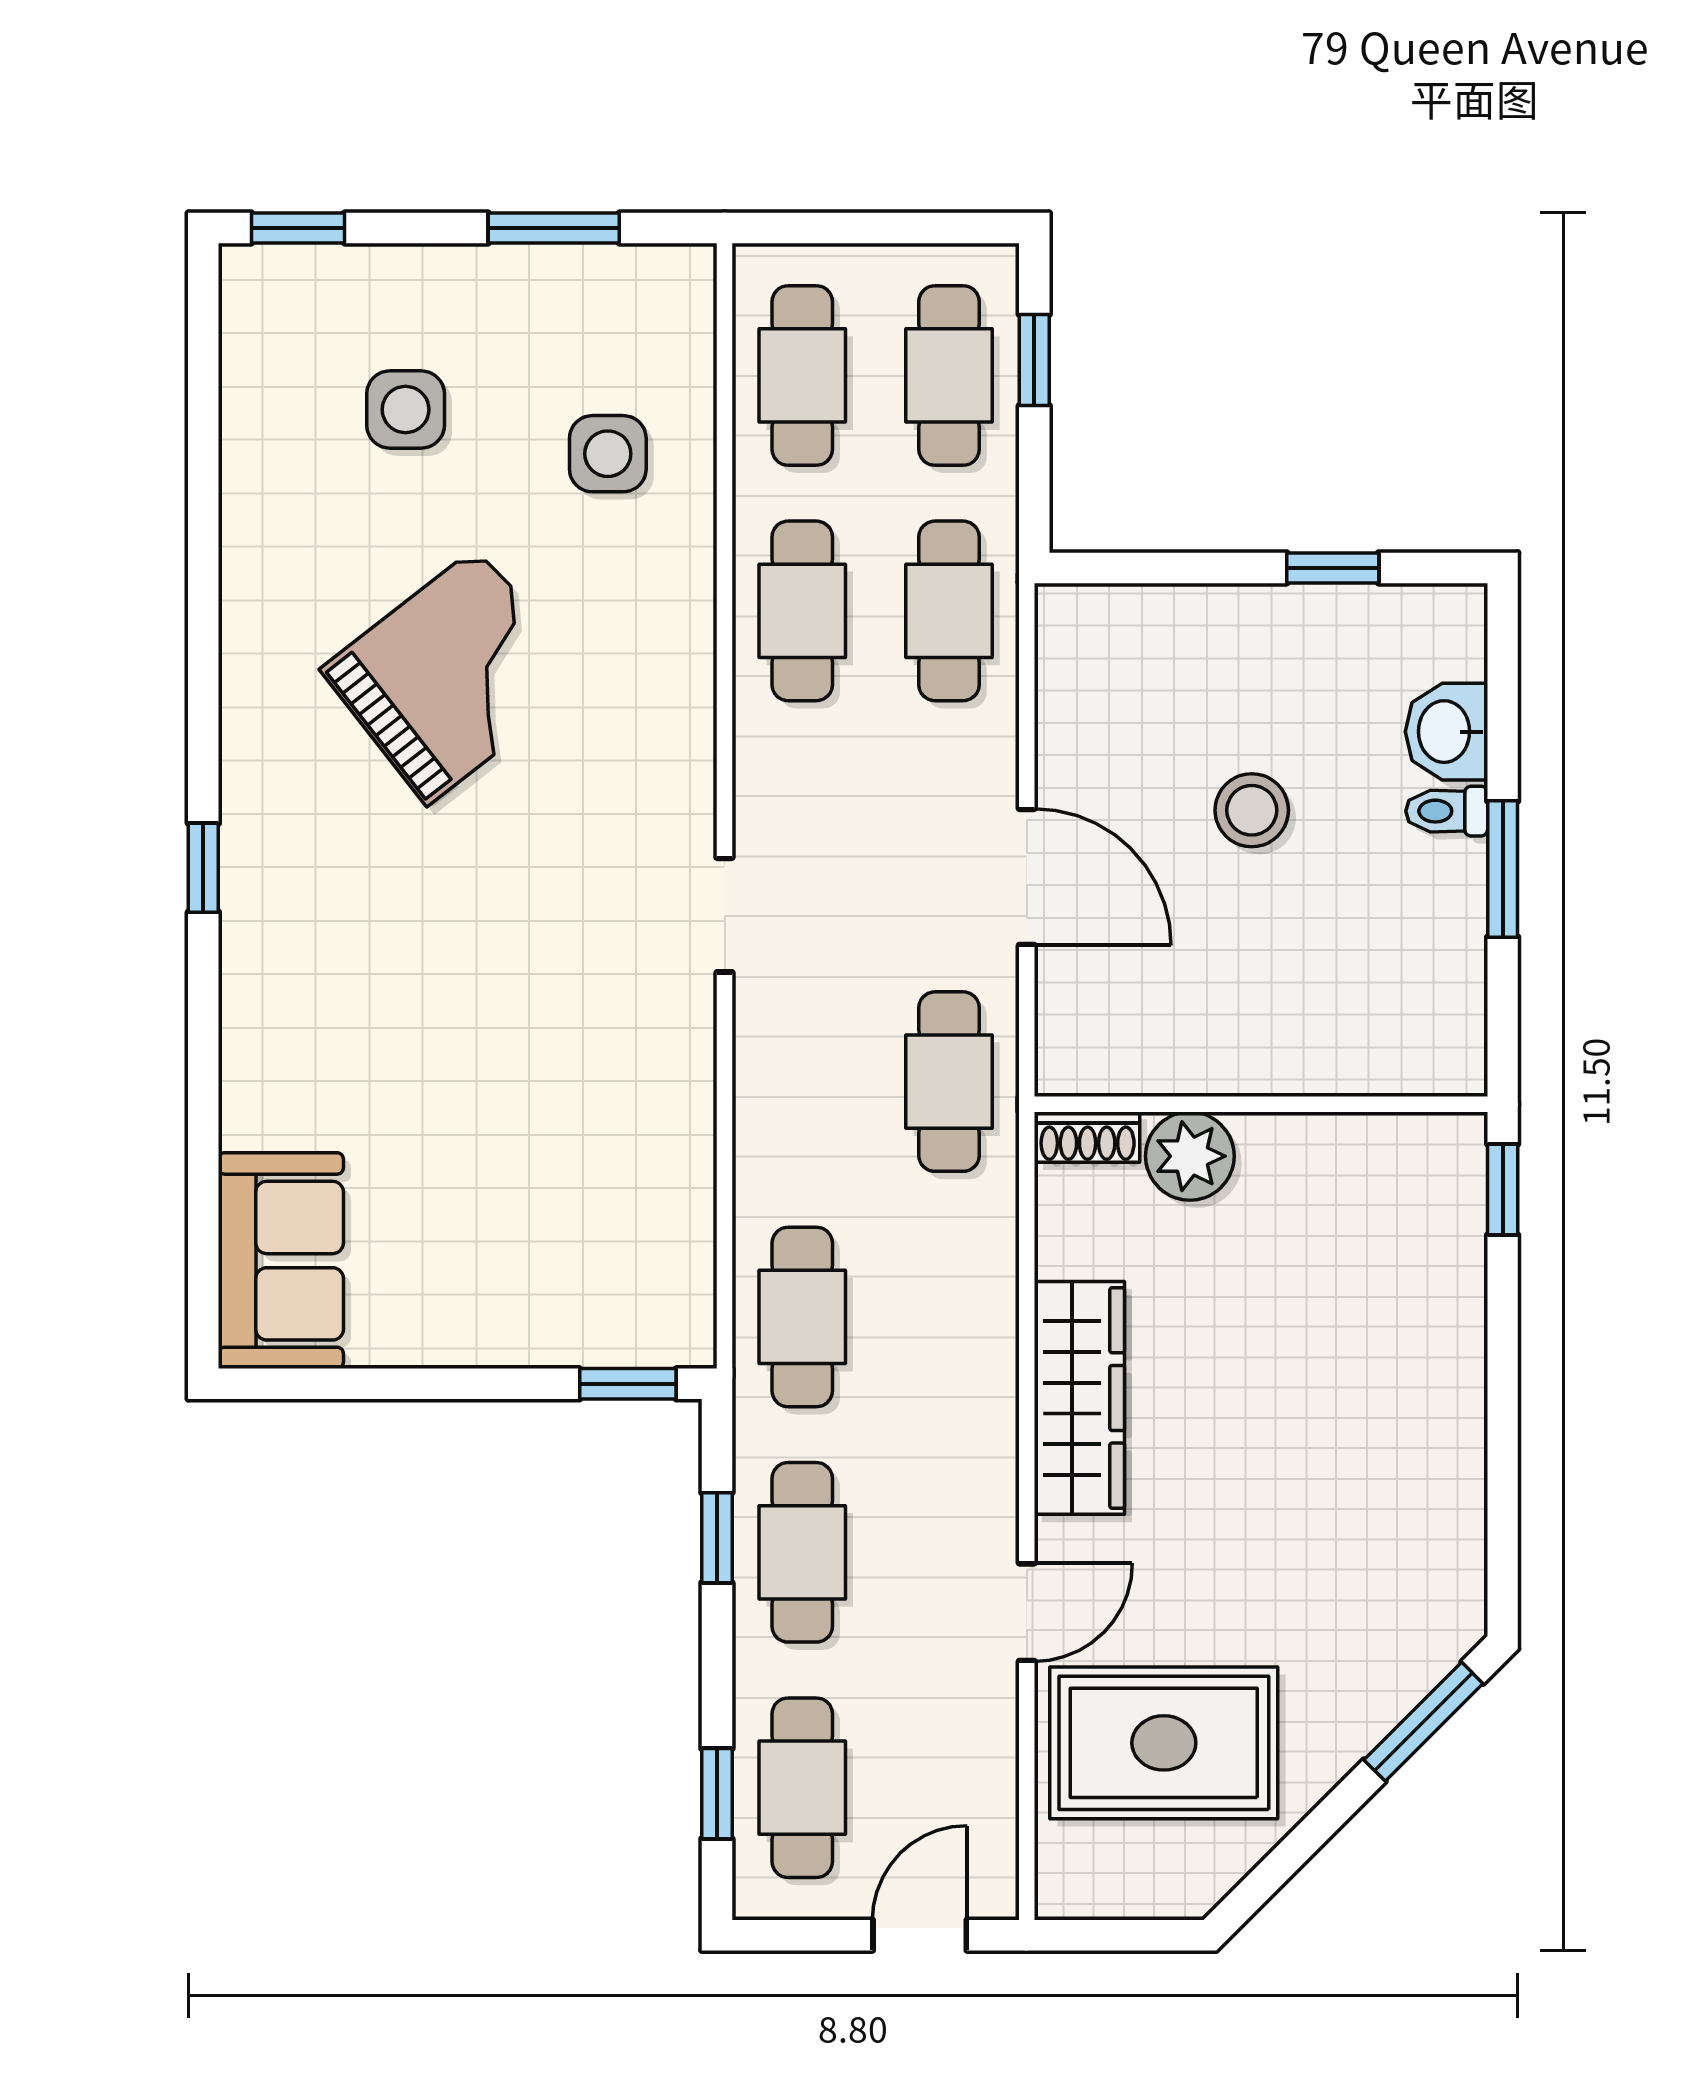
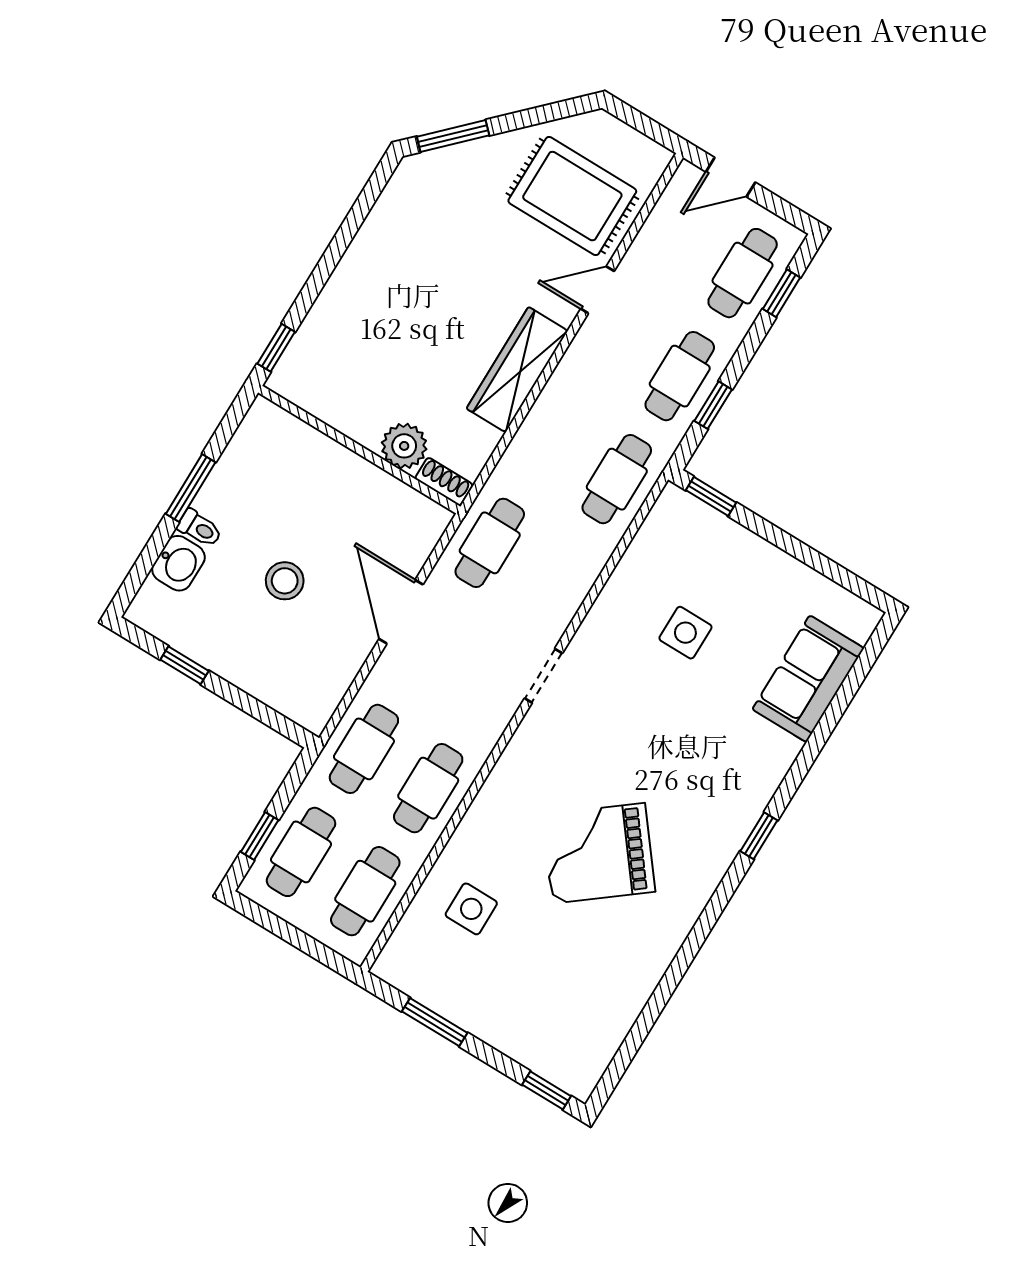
side table: (406, 409) -> (685, 633), moved
sofa: (281, 1261) -> (808, 679), moved

